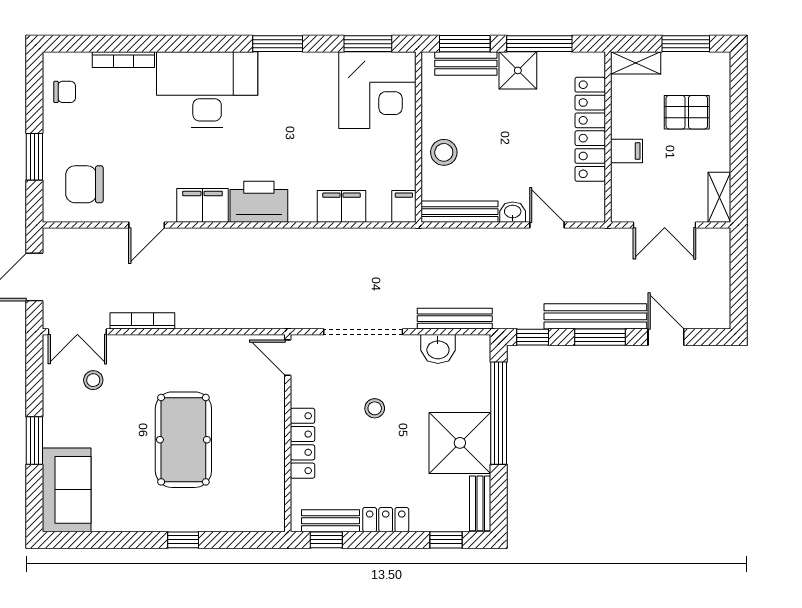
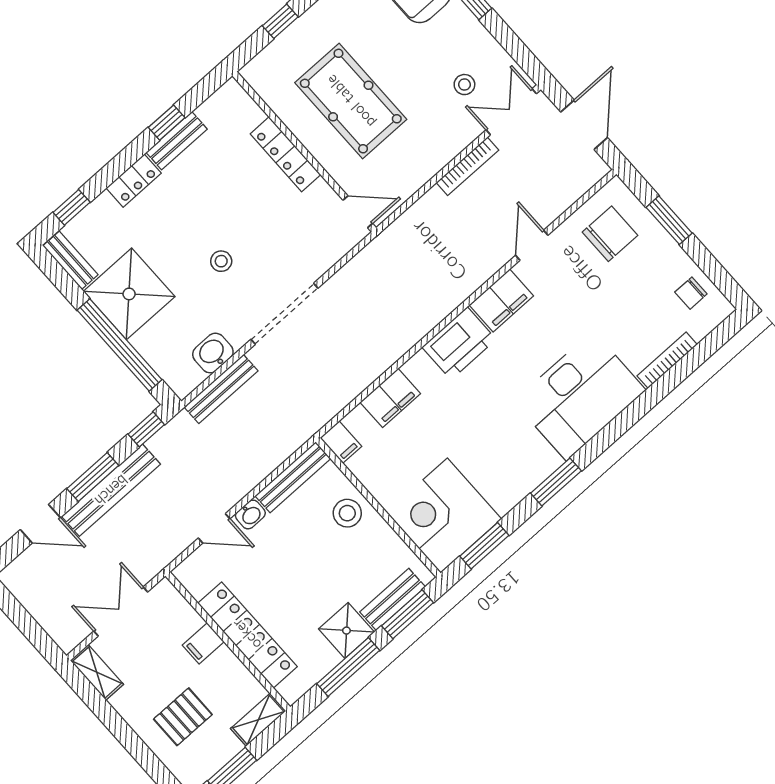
door: (288, 358) -> (358, 212), moved
wall: (288, 433) -> (304, 152), moved
locker: (303, 443) -> (285, 154), moved

